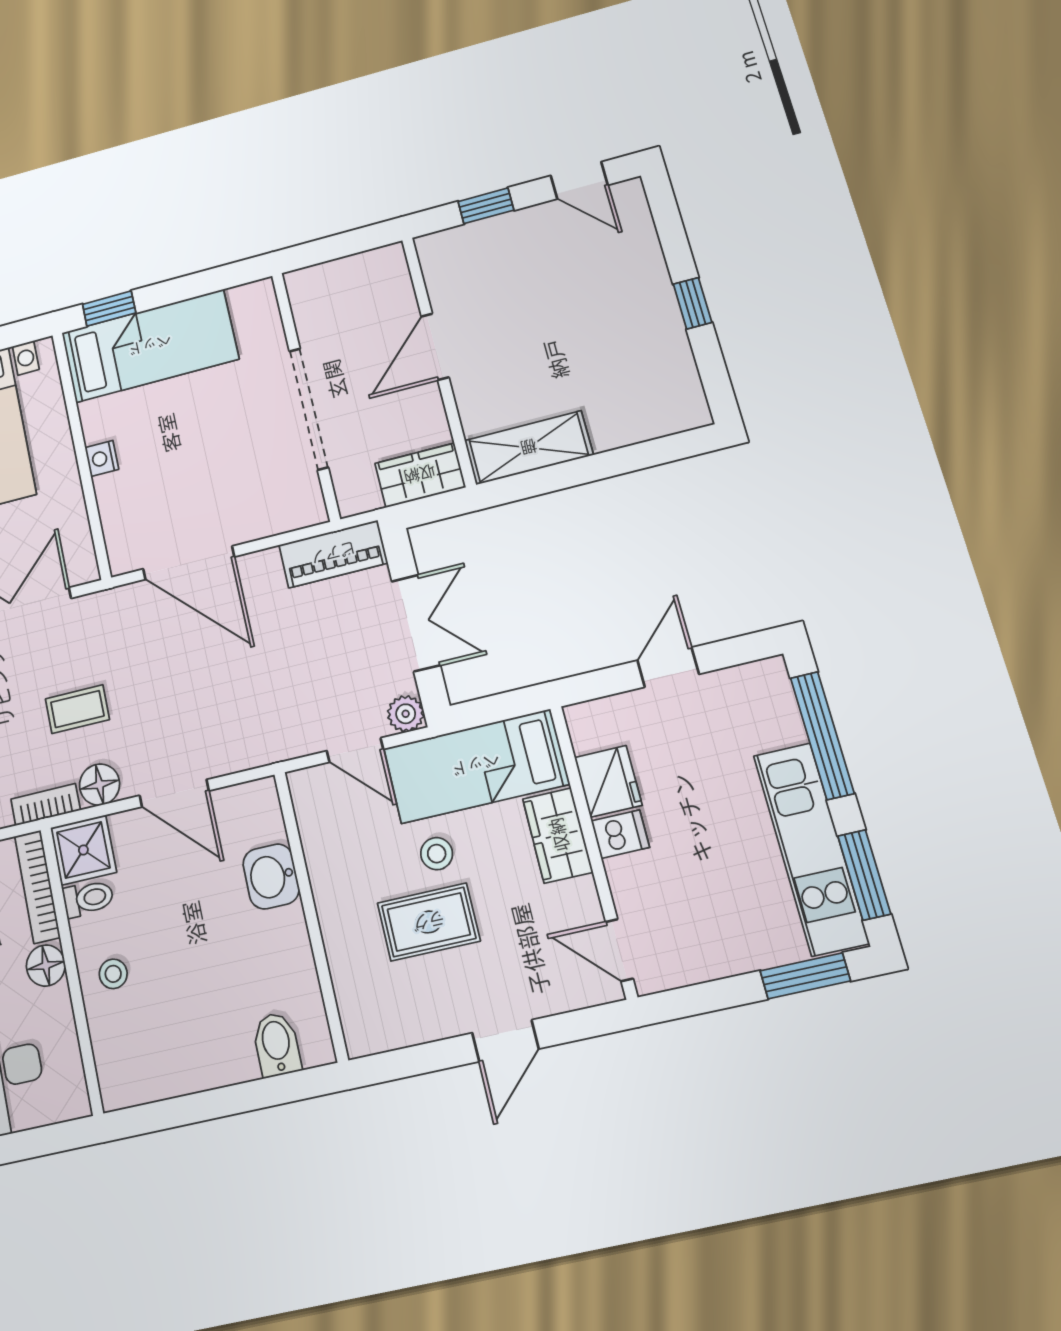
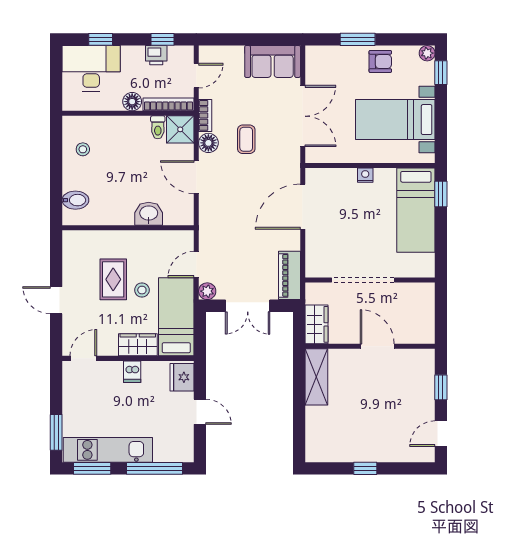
fridge: (608, 781) -> (182, 377), moved, turned 90
door: (174, 793) -> (196, 177), hinge flipped
stool: (113, 974) -> (83, 149), moved

